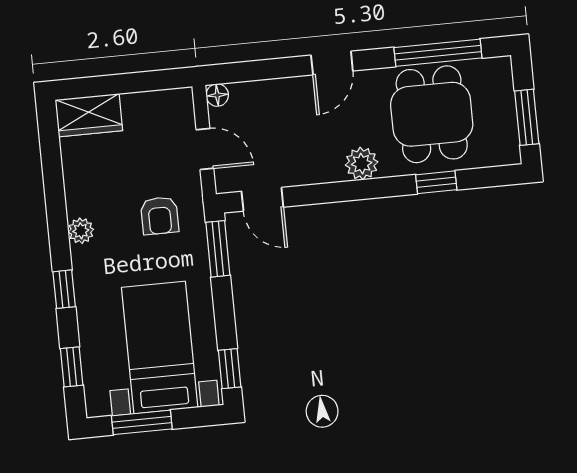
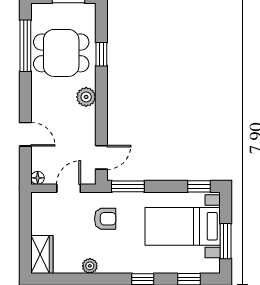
door: (332, 63) -> (25, 134), moved
plant: (81, 231) -> (90, 266), moved

